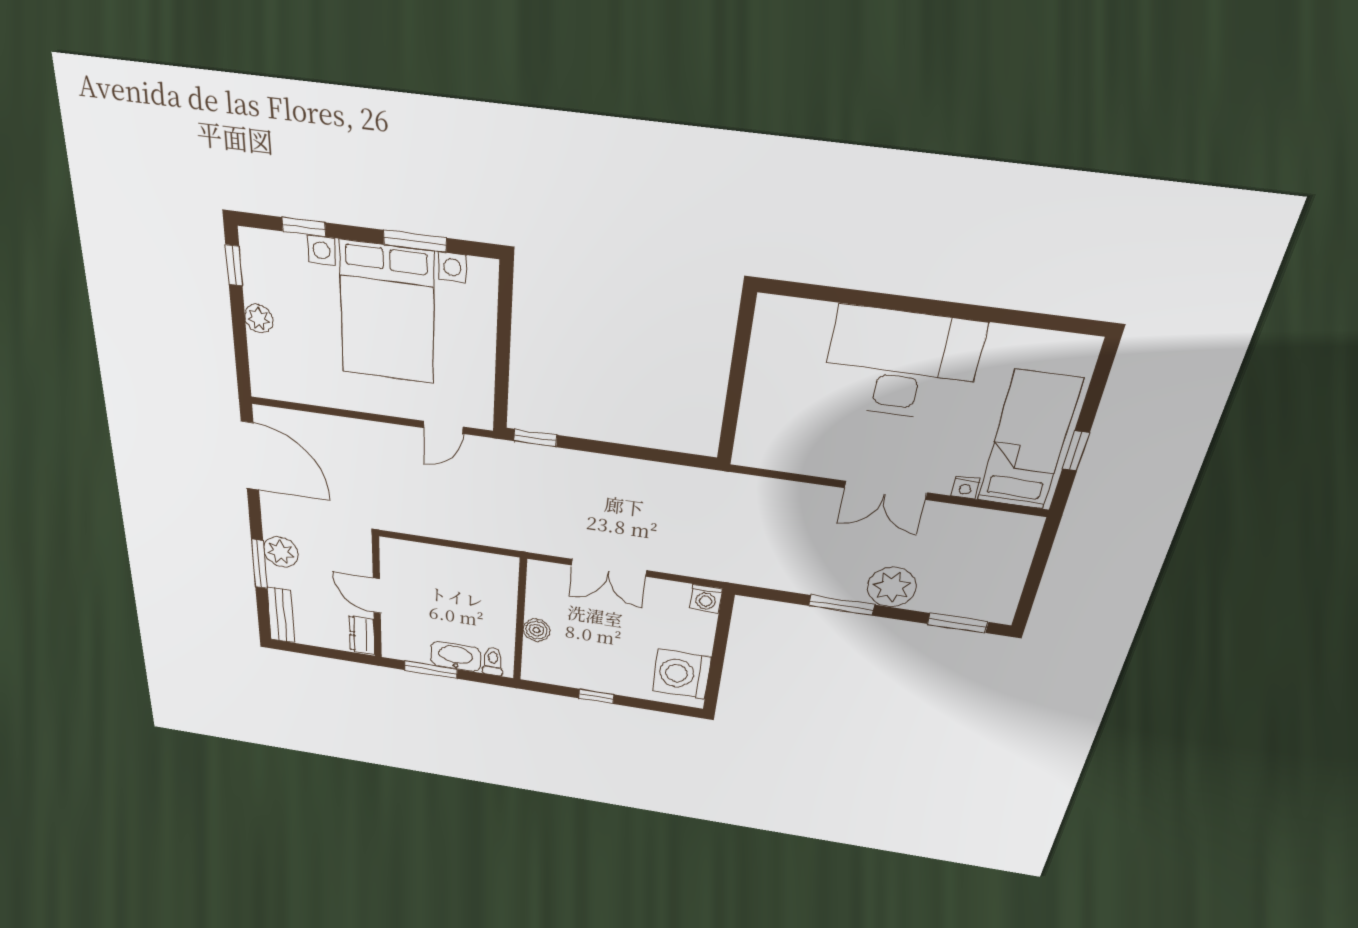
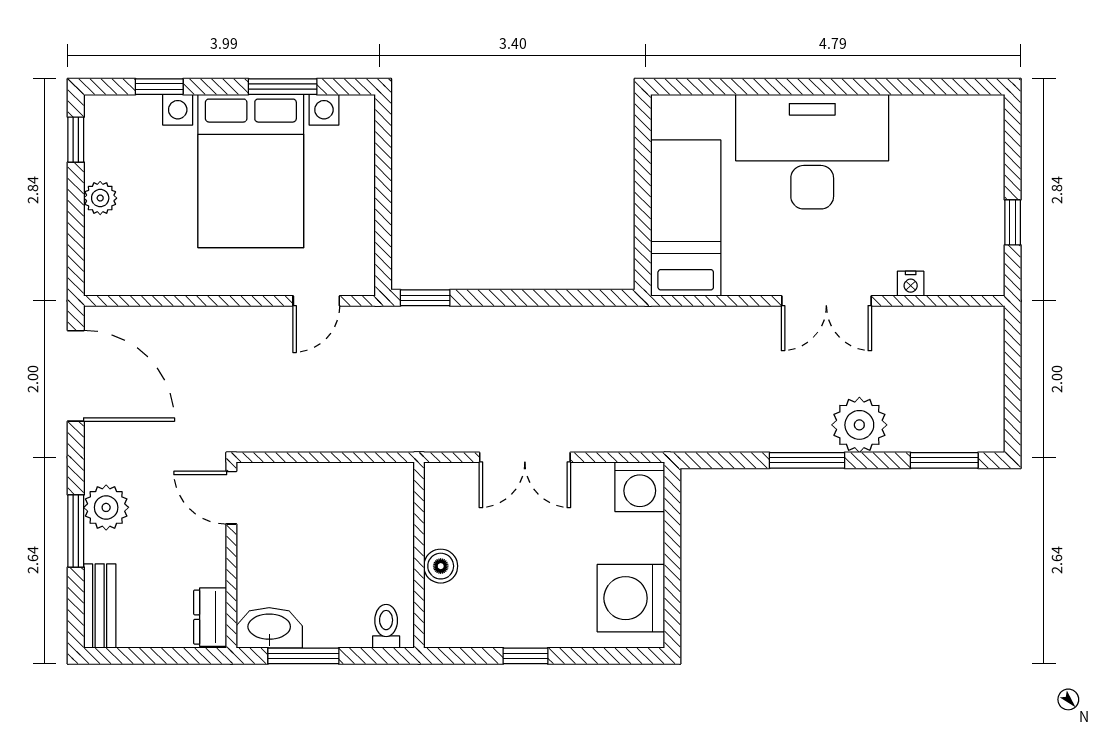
bed: (1029, 441) -> (686, 218), moved
door: (377, 596) -> (231, 498), moved
washing machine: (706, 599) -> (640, 487), width x1.38, depth x1.38
washbasin: (456, 656) -> (269, 628), moved

